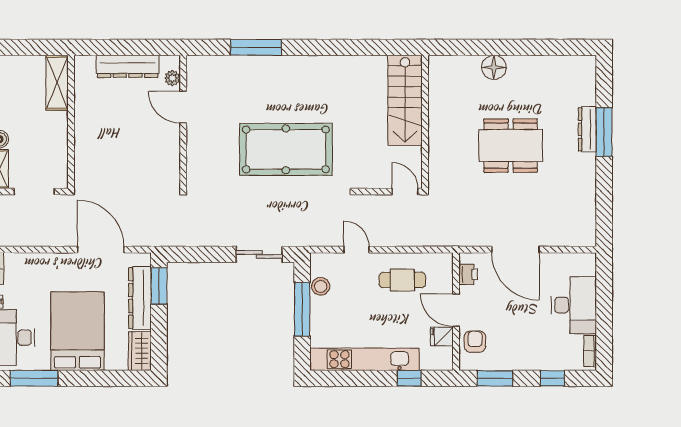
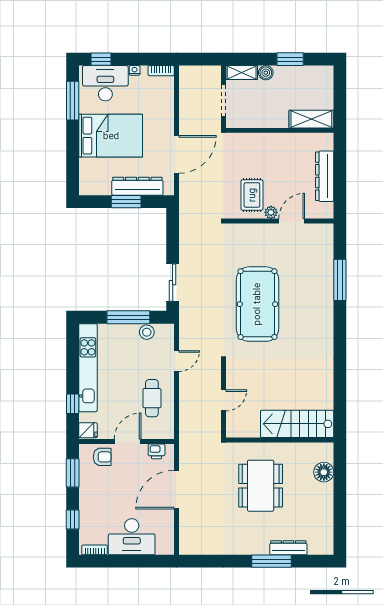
plant: (172, 78) -> (271, 212), moved
stairs: (405, 100) -> (297, 424), moved
wall: (425, 122) -> (280, 440), moved
dresser: (587, 129) -> (288, 548), moved
rug: (151, 156) -> (252, 195), added
window: (159, 286) -> (126, 202), moved
fridge: (442, 337) -> (88, 430), moved, turned 90
wardrobe: (140, 351) -> (95, 186), removed

